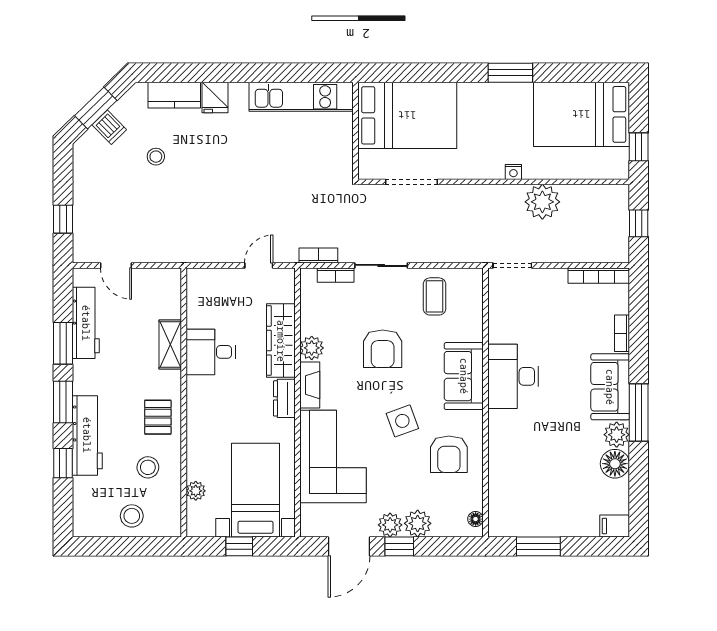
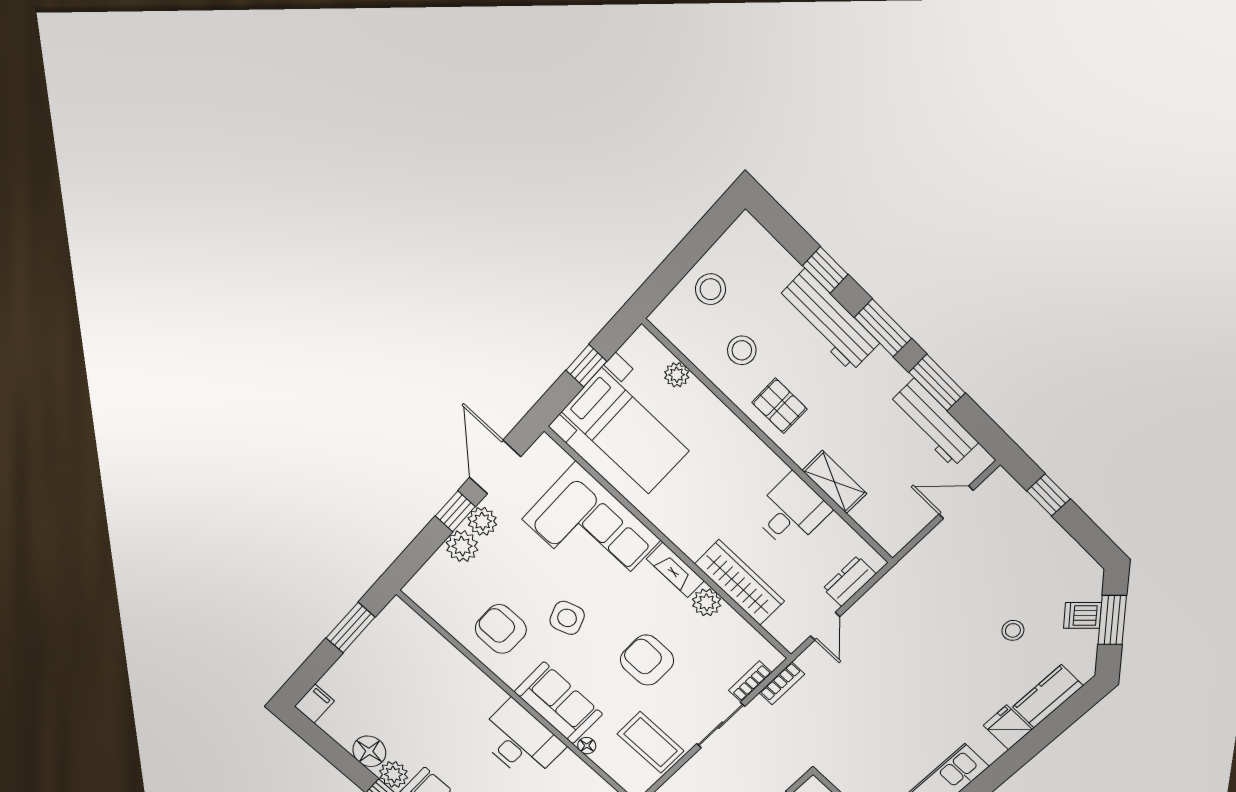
coffee table: (434, 296) -> (651, 742), width x1.36, depth x1.30
dresser: (284, 398) -> (849, 581), moved, turned -90
floor lamp: (476, 519) -> (587, 746), moved

